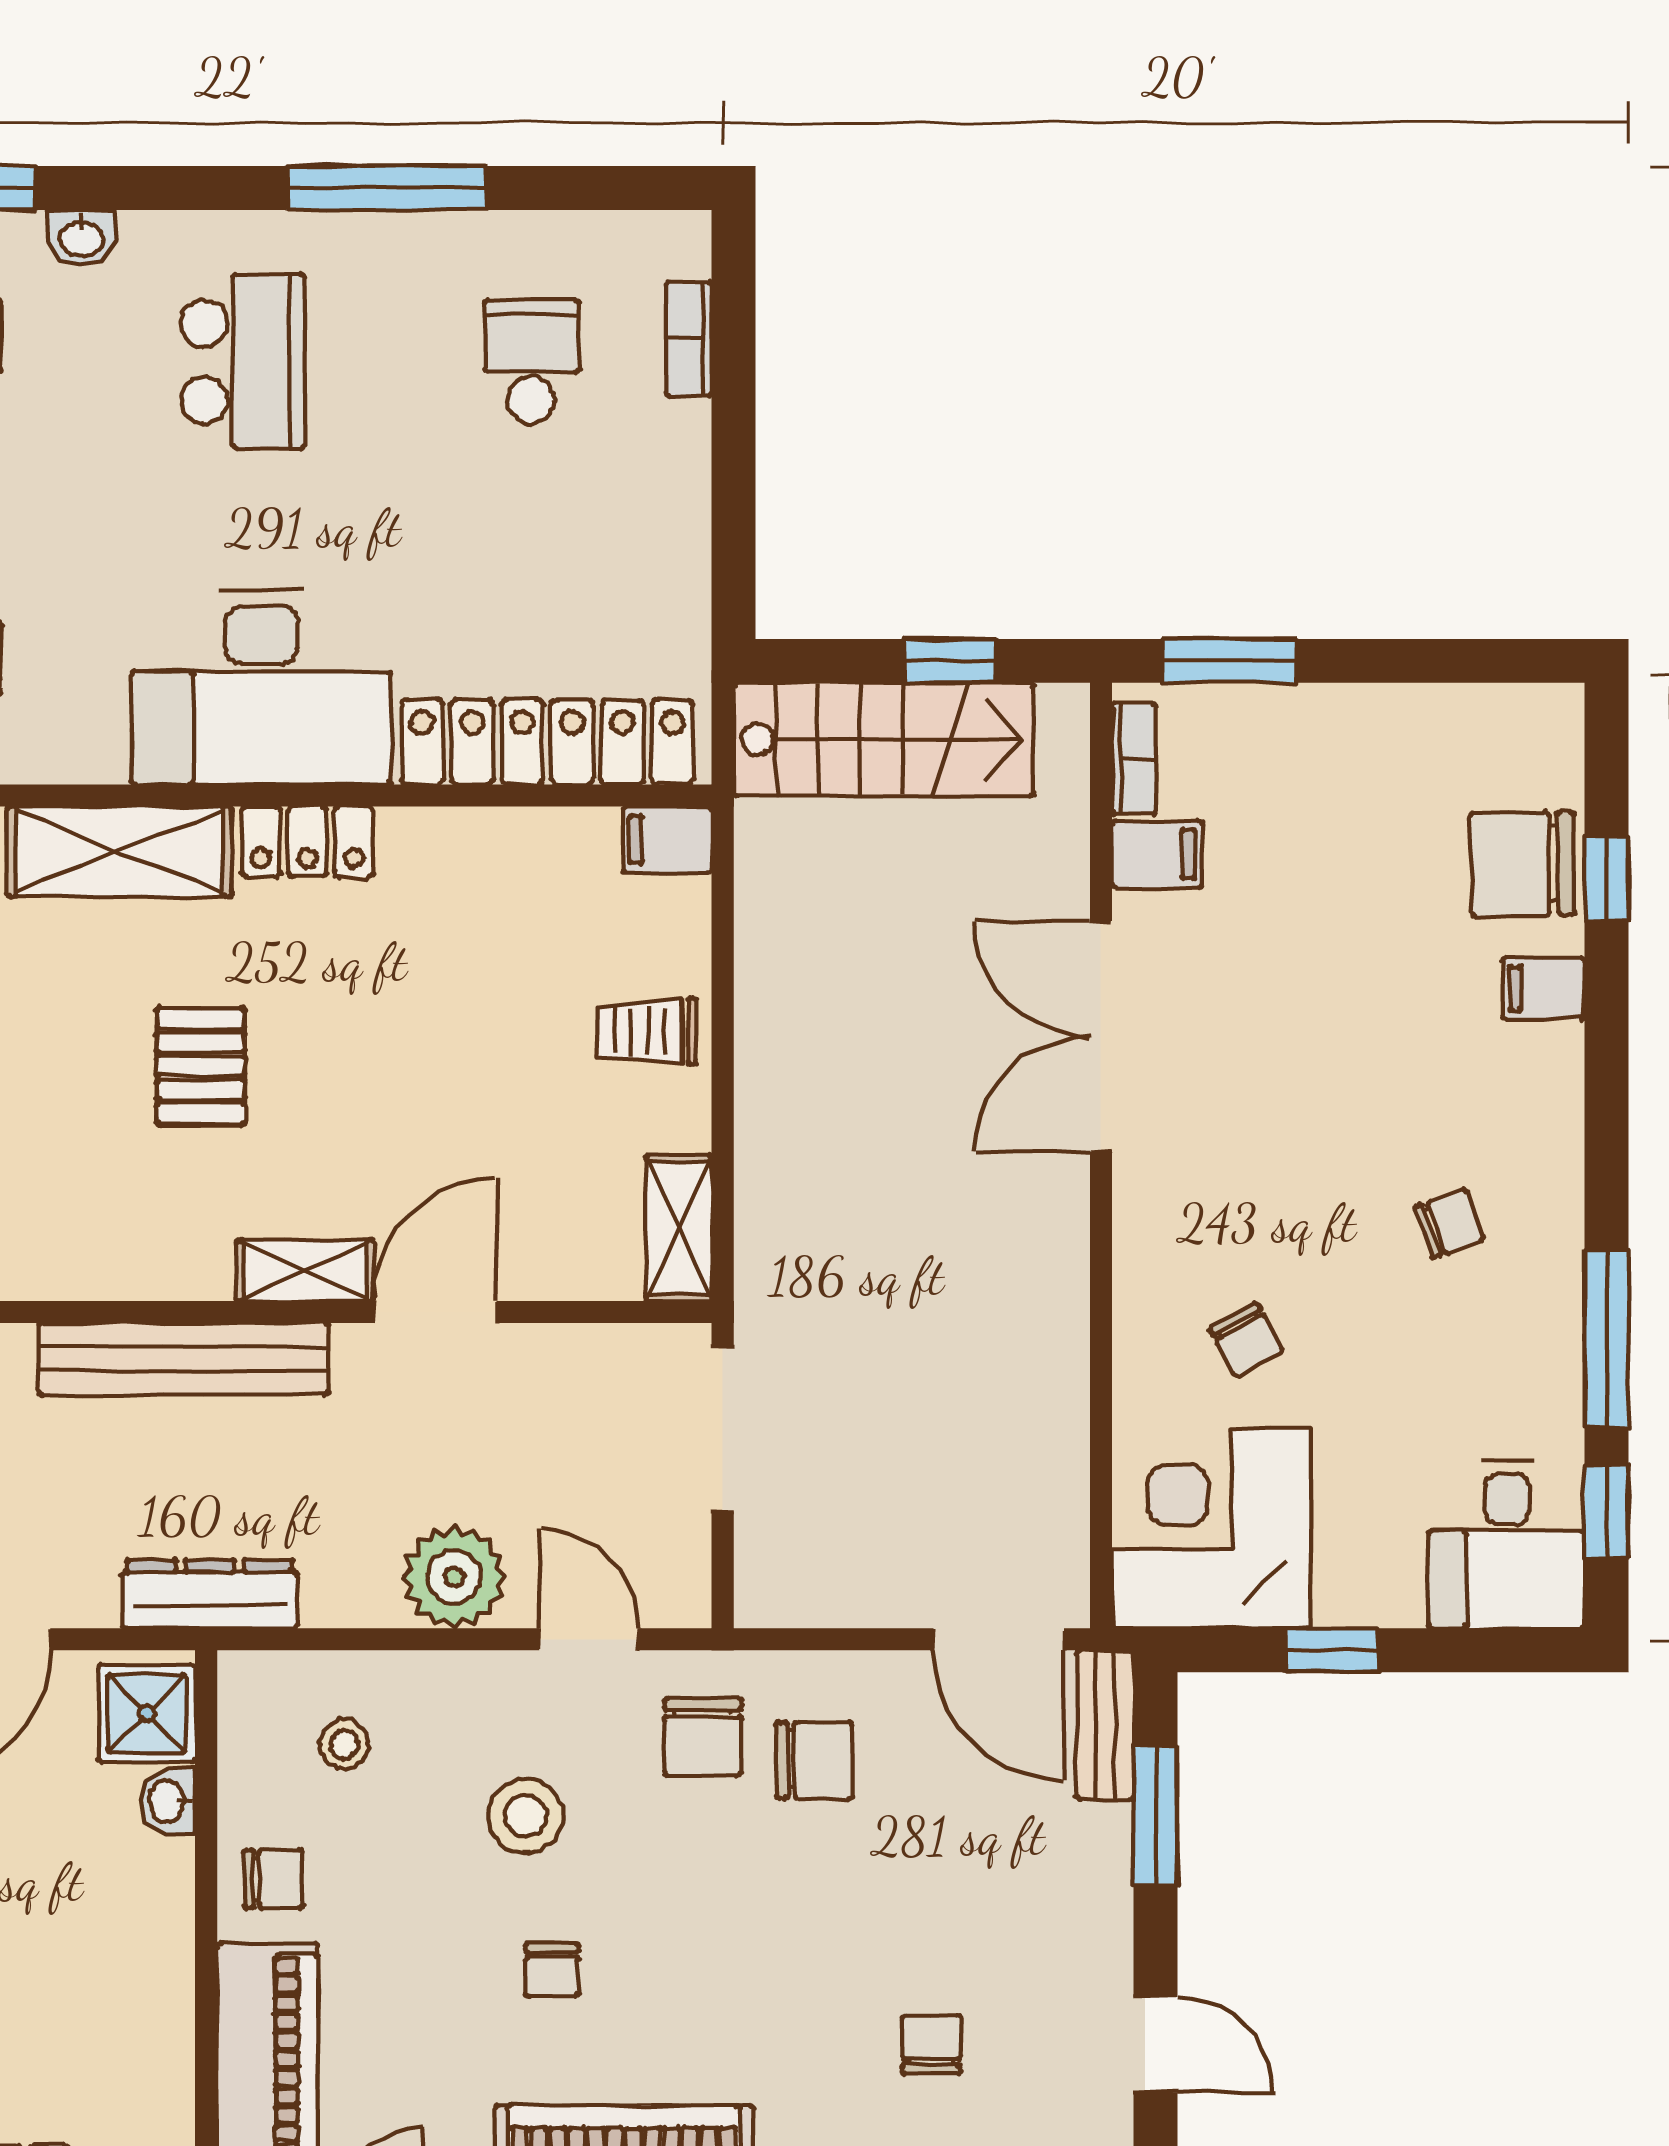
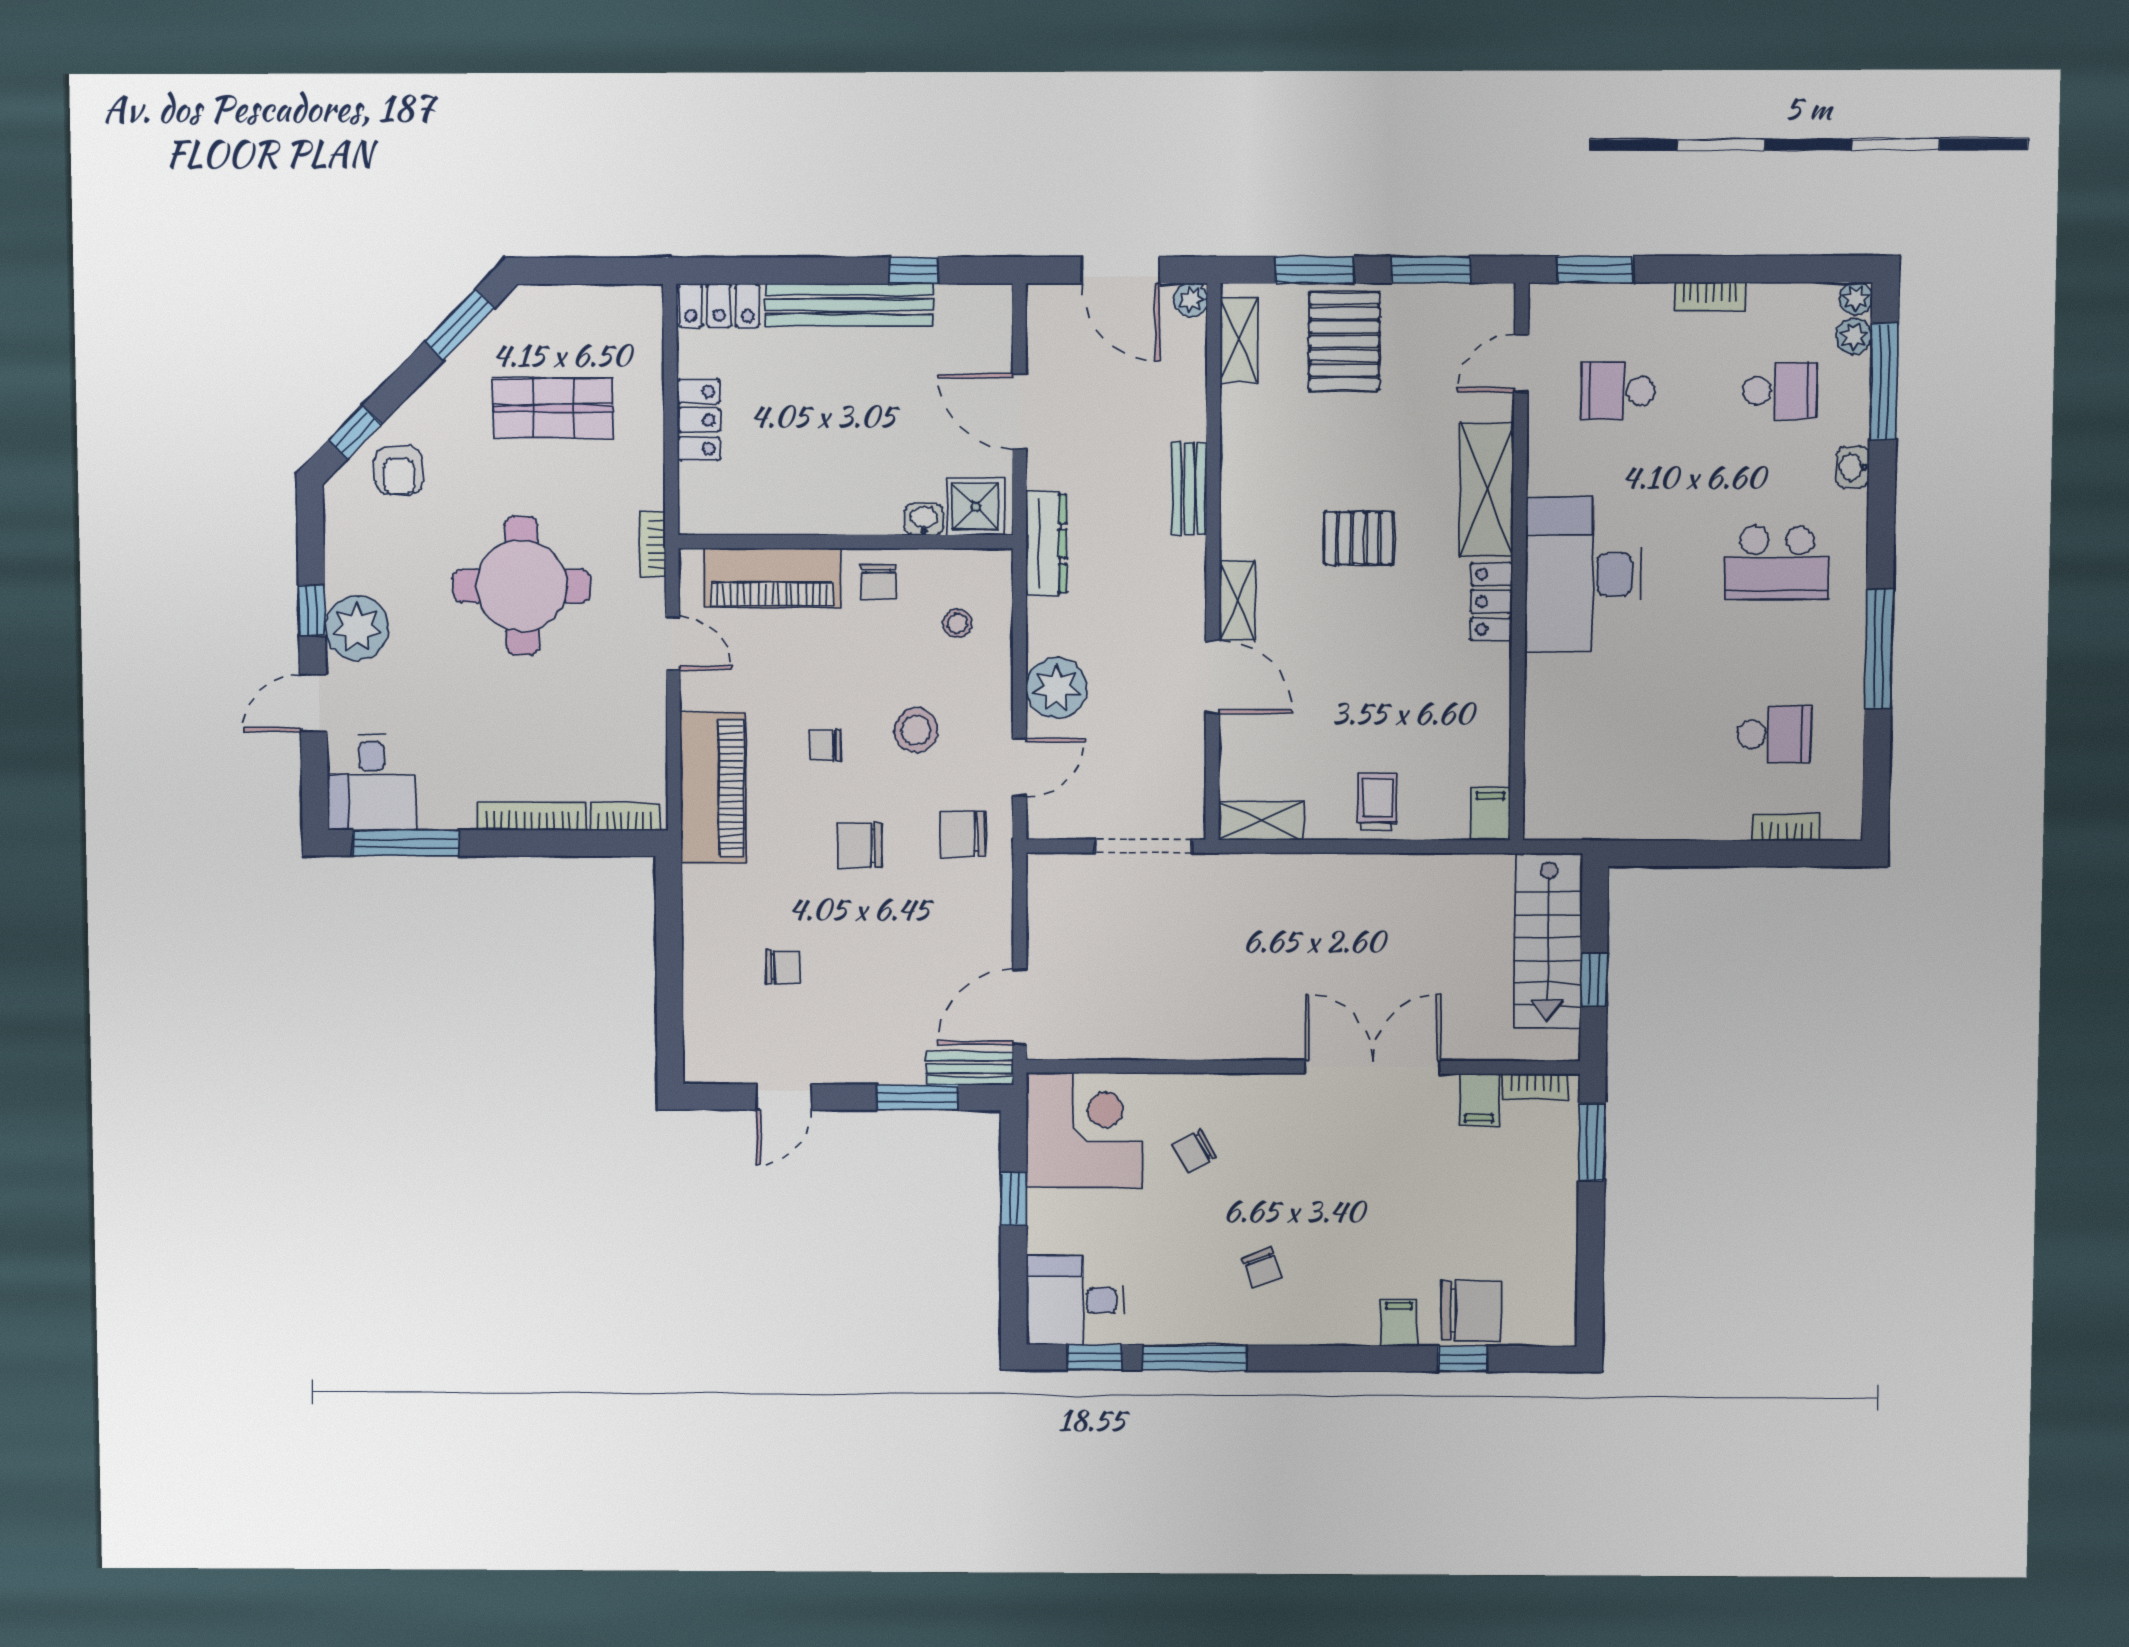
locker: (547, 742) -> (1549, 744), removed
chair: (1523, 864) -> (1471, 1311), turned 91
bench: (184, 1359) -> (1189, 488), width x0.54, depth x0.82
chair: (814, 1760) -> (859, 845), moved, turned 90

